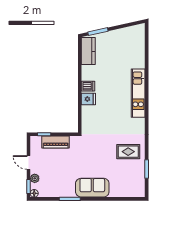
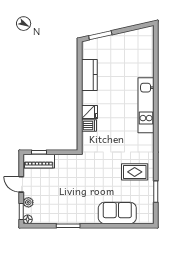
kitchen counter: (88, 51) -> (89, 75), moved
dishwasher: (88, 86) -> (89, 125), moved
piano: (56, 142) -> (39, 161), moved
sofa: (92, 188) -> (117, 213), moved

